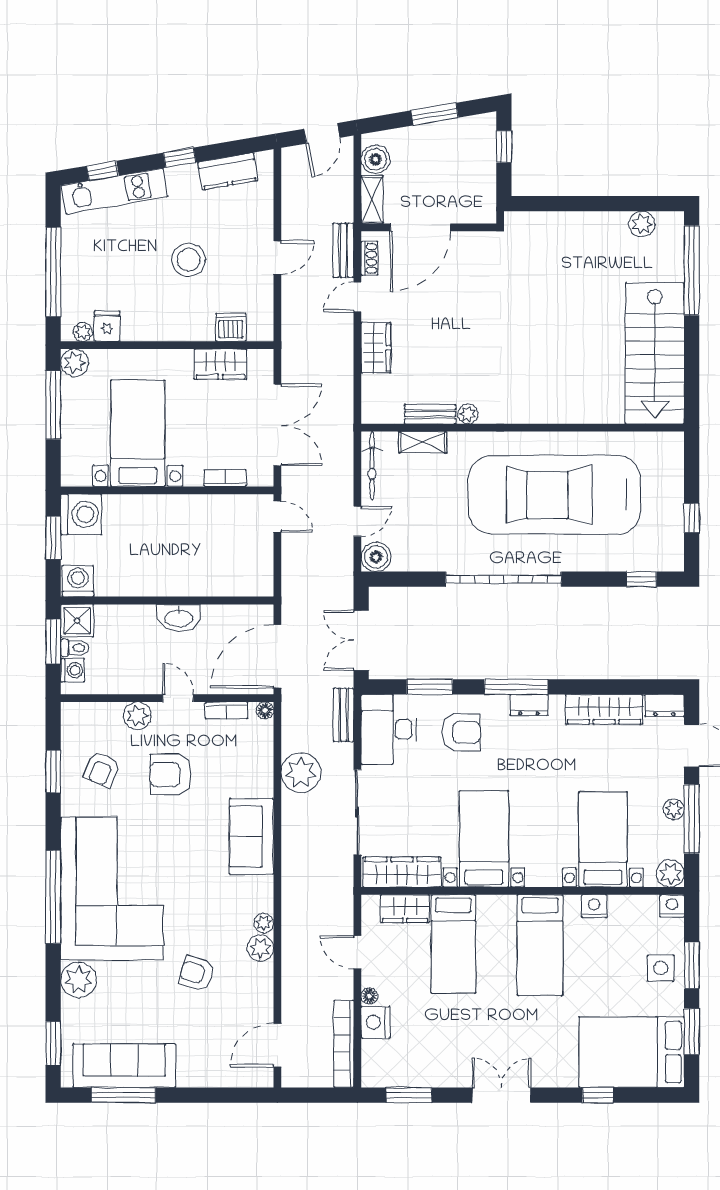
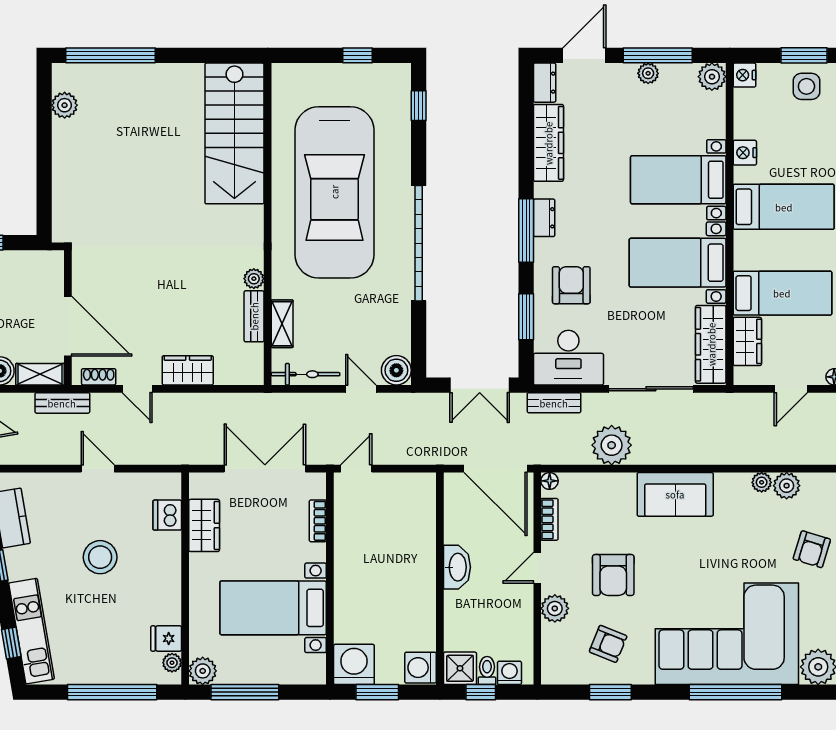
bench: (343, 250) -> (62, 403), moved
stairs: (655, 353) -> (234, 133), moved, turned 90
window: (53, 641) -> (481, 692), width x0.67
bed with nightstands: (603, 840) -> (678, 180), moved

